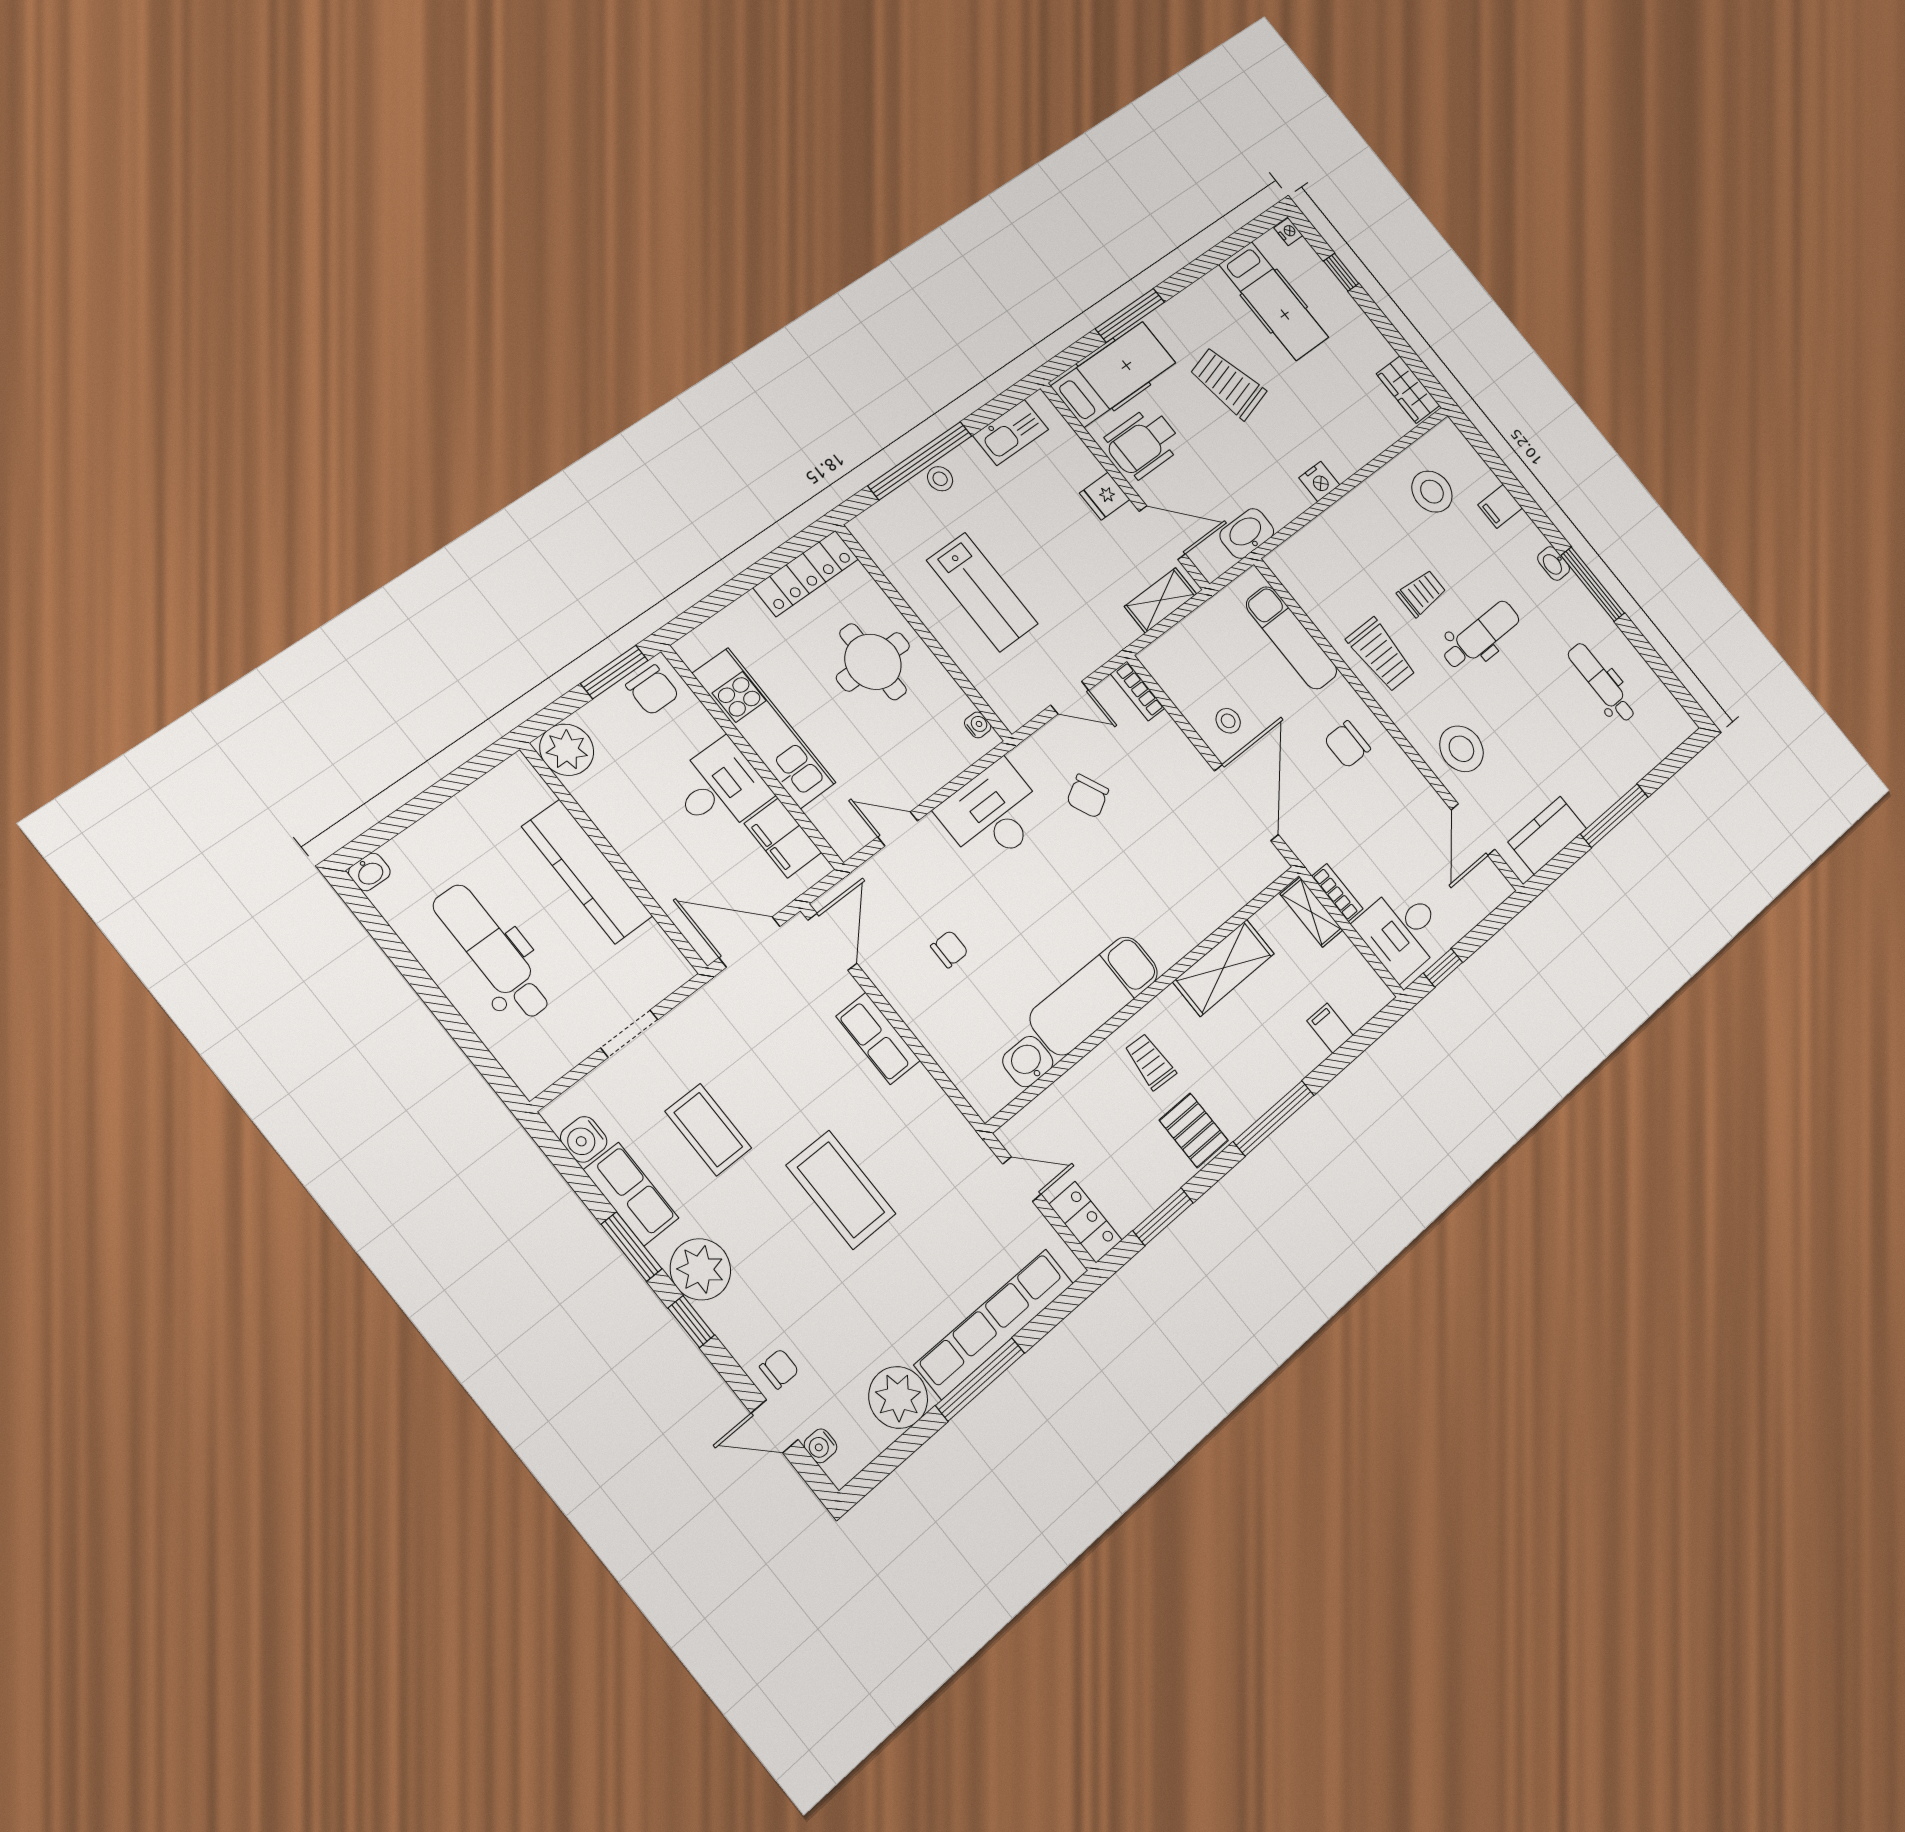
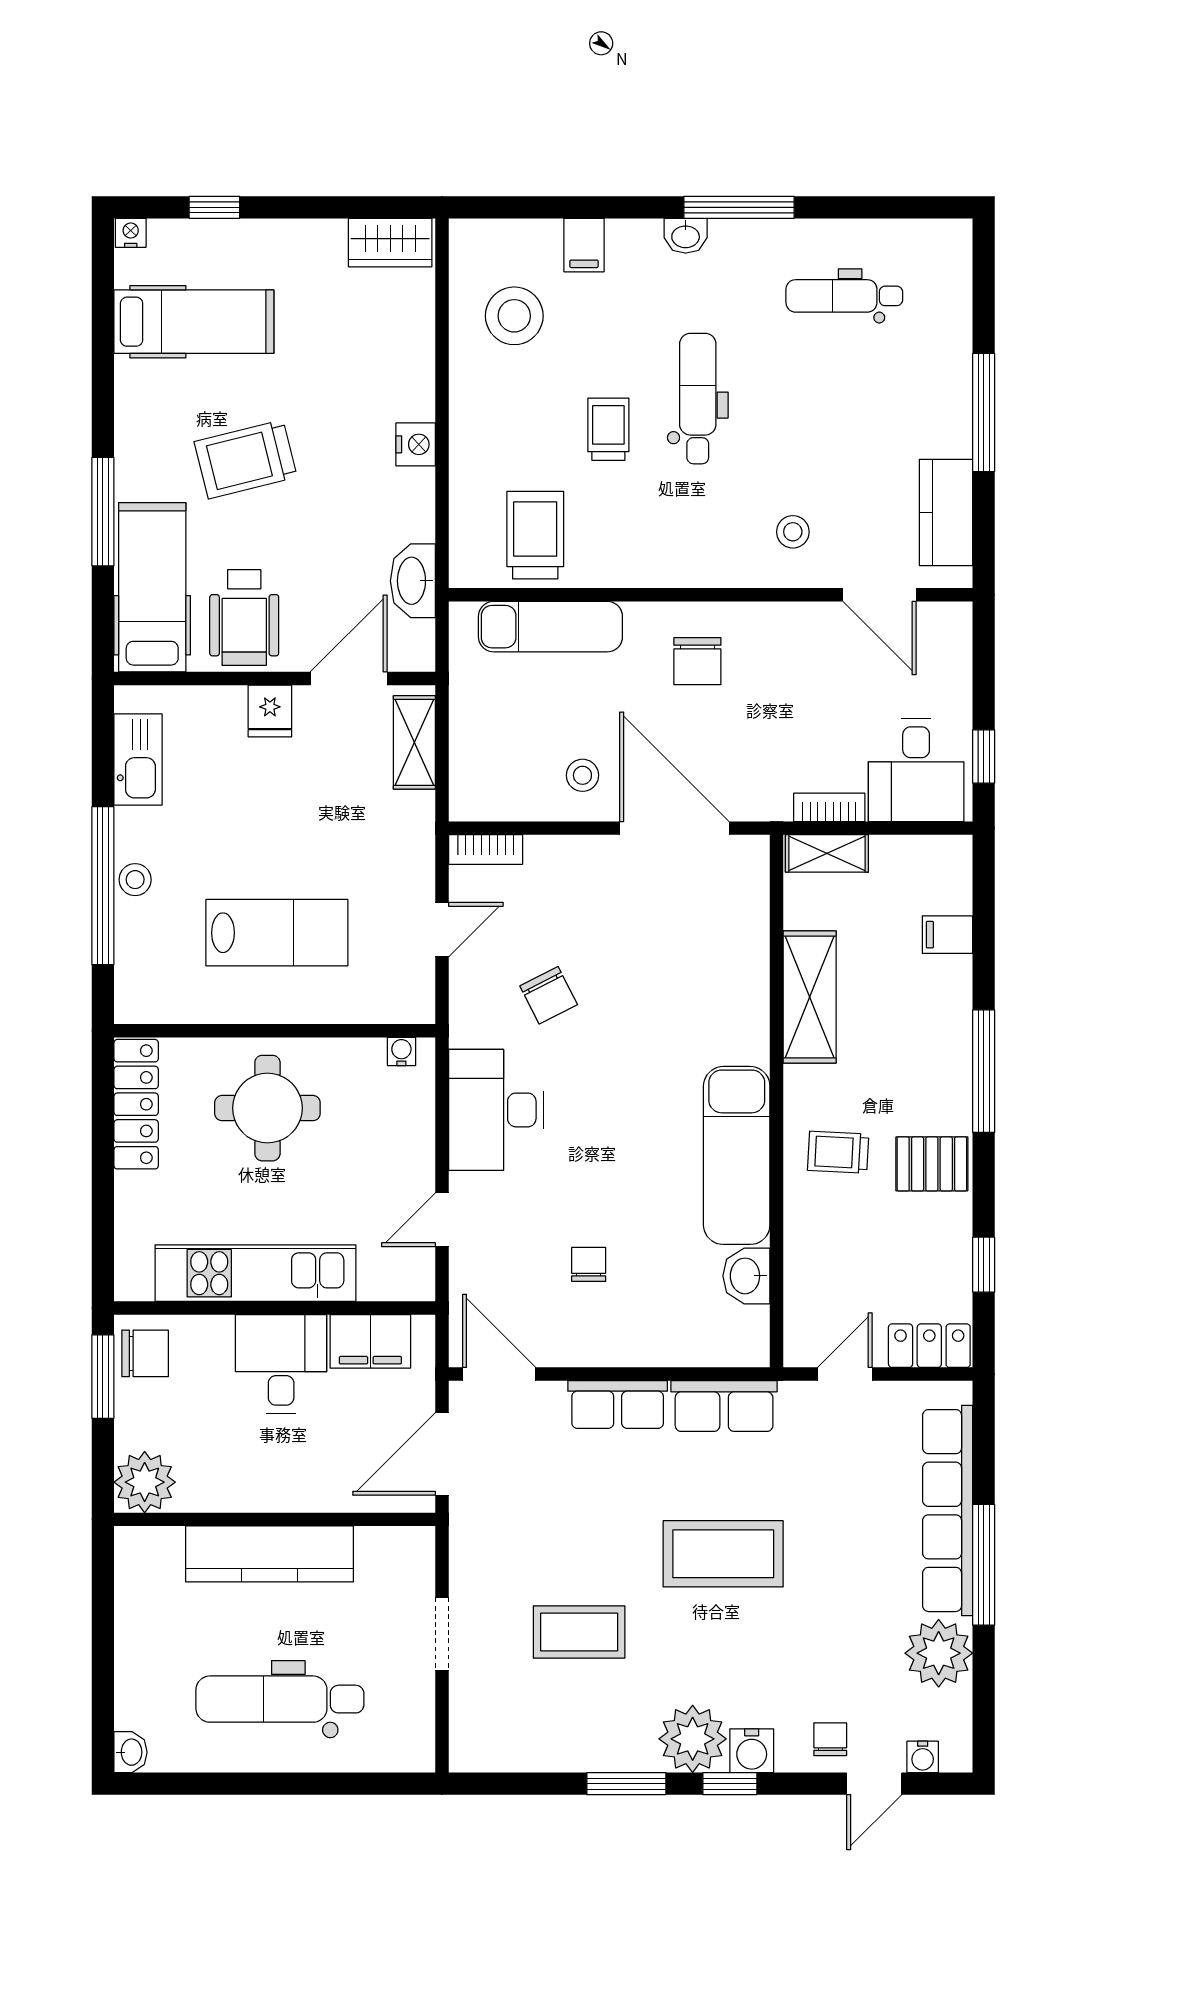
trolley: (1381, 655) -> (535, 535), moved, turned -90
stool: (1461, 749) -> (793, 532), width x0.53, depth x0.53
water cooler: (584, 1139) -> (752, 1751), moved
row of seats: (631, 1194) -> (724, 1406), moved, turned 180
window: (1163, 1217) -> (984, 1265), width x0.67

